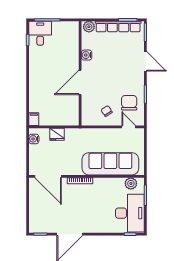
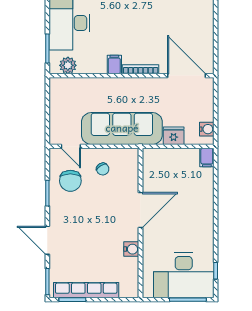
plant: (89, 27) -> (128, 290), removed
desk: (40, 33) -> (184, 275), width x1.87, depth x1.30
sofa: (110, 164) -> (122, 128), moved, turned 180
filing cabinet: (98, 184) -> (114, 65), added

